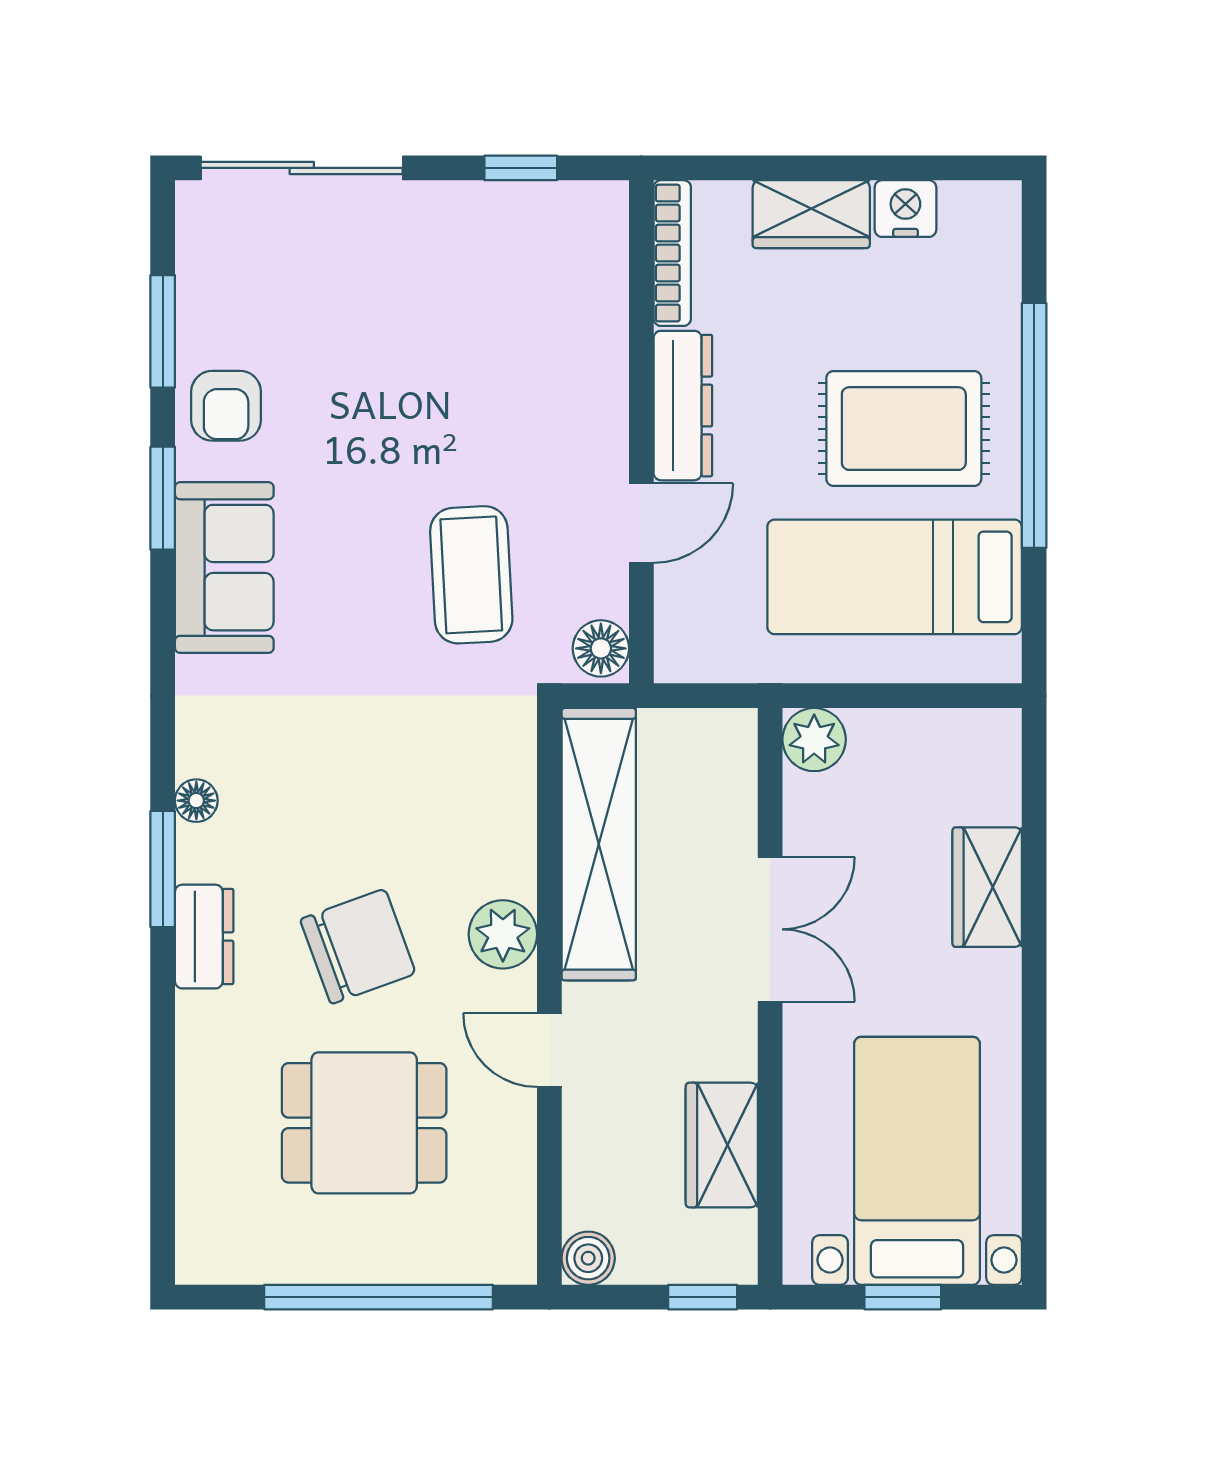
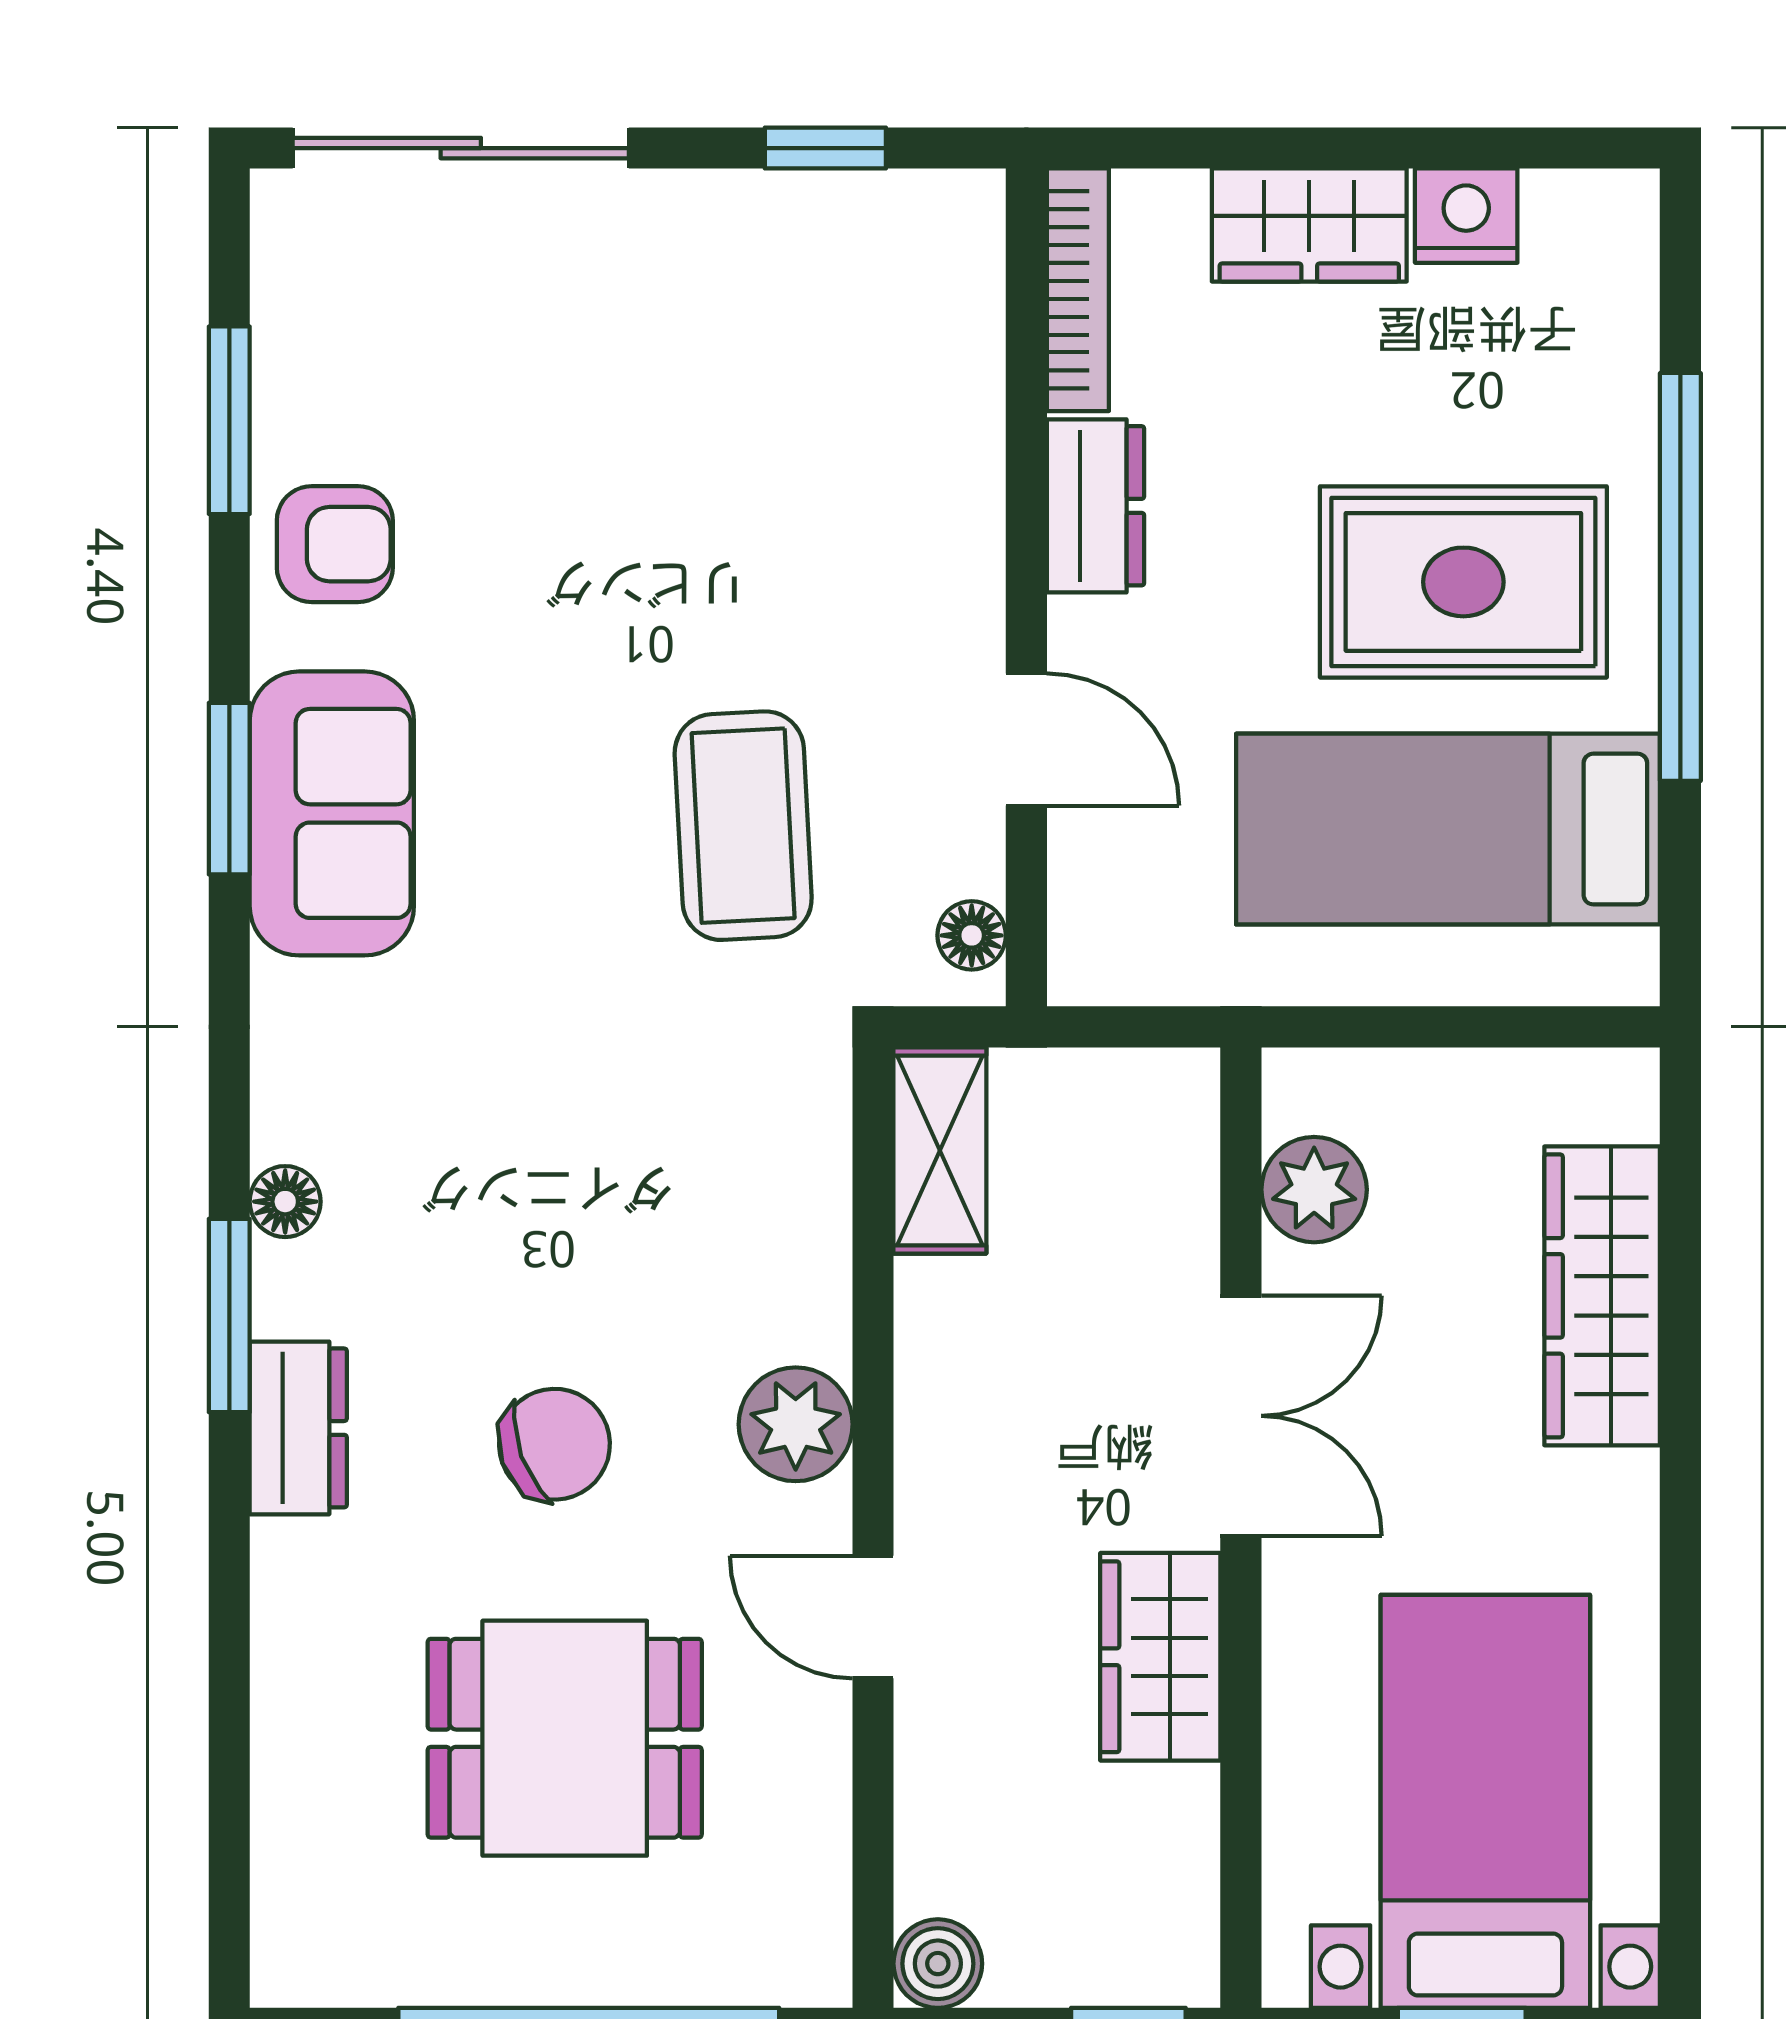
armchair: (226, 406) -> (335, 544), turned -90
dresser: (683, 406) -> (1095, 506), width x0.70
window: (163, 498) -> (229, 789), moved
door: (641, 523) -> (1026, 740), hinge flipped
floor lamp: (601, 648) -> (972, 935), width x0.73, depth x0.73
plant: (814, 740) -> (1314, 1190), moved
shelving: (599, 844) -> (940, 1150), width x0.45, depth x0.75
wardrobe: (987, 887) -> (1602, 1296), width x1.50
chair: (358, 946) -> (554, 1444), width x0.73, depth x0.73
wardrobe: (722, 1145) -> (1160, 1657), moved

